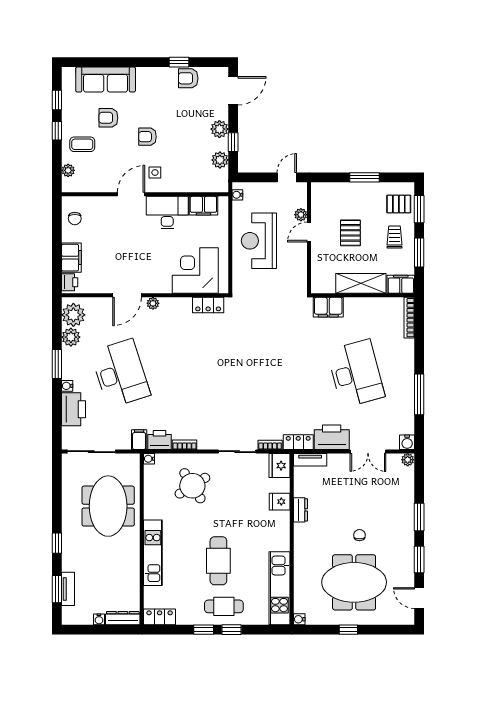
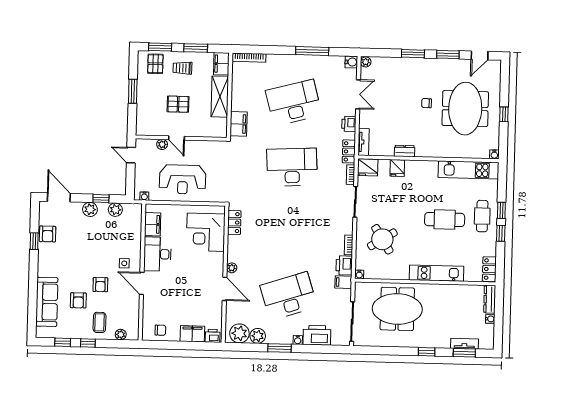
armchair: (147, 137) -> (100, 285), moved
desk: (277, 373) -> (292, 167), added
printer: (332, 437) -> (349, 124), width x0.53, depth x0.68

